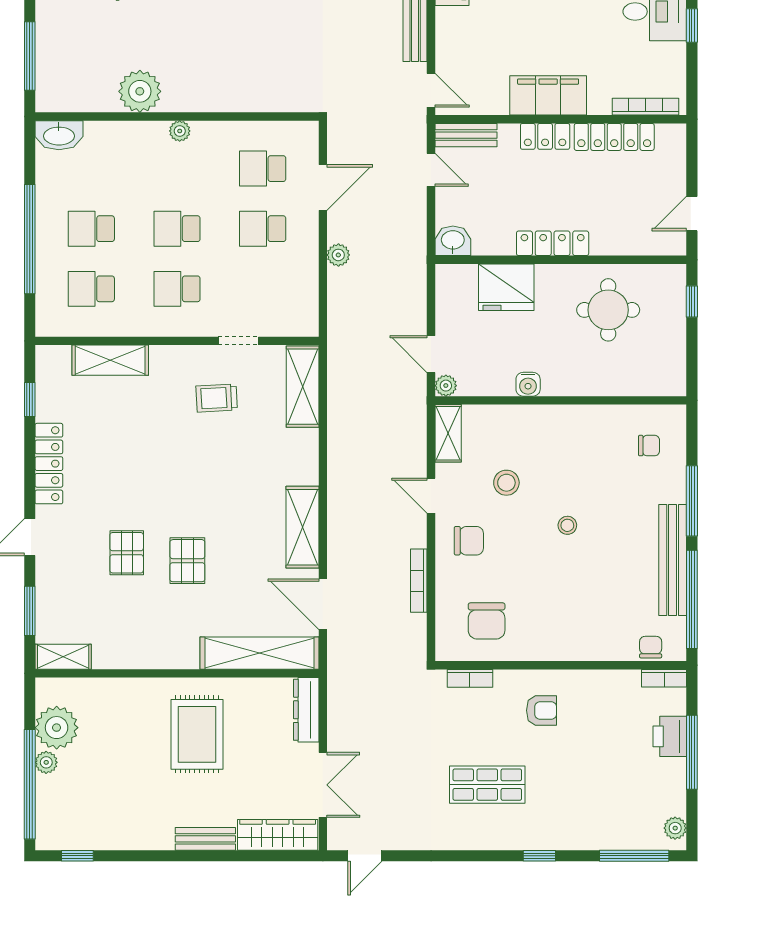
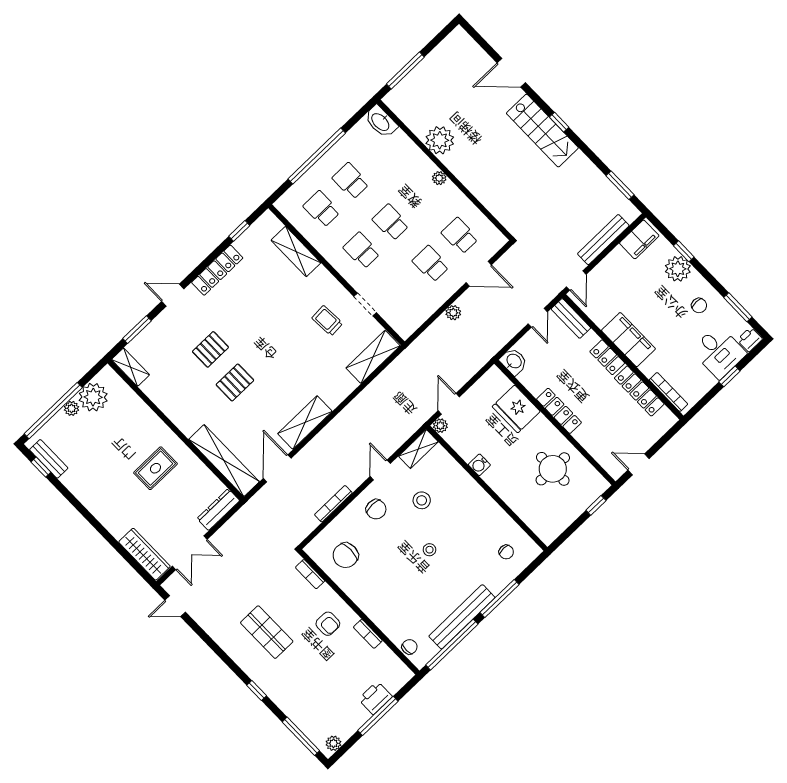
bookcase: (664, 678) -> (368, 634), moved
rug: (197, 734) -> (155, 468), width x0.73, depth x0.70
bench: (205, 839) -> (49, 459), moved

